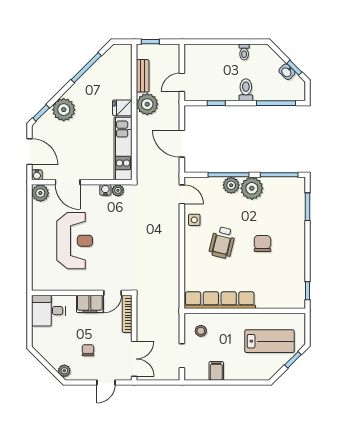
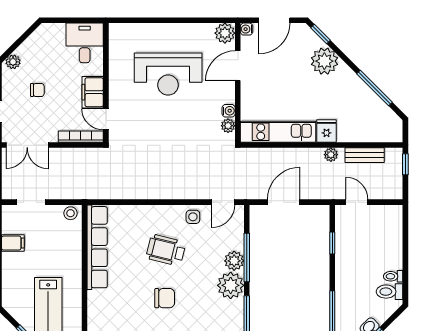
toilet: (246, 90) -> (389, 292), moved, turned 180
plant: (147, 104) -> (331, 155), width x0.53, depth x0.53
stool: (201, 331) -> (71, 213), moved

